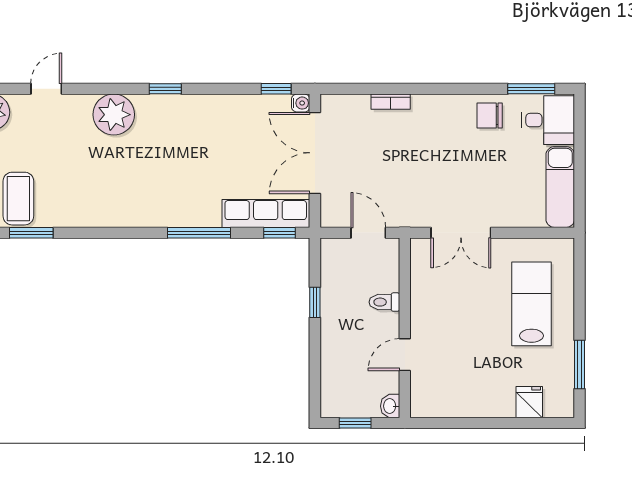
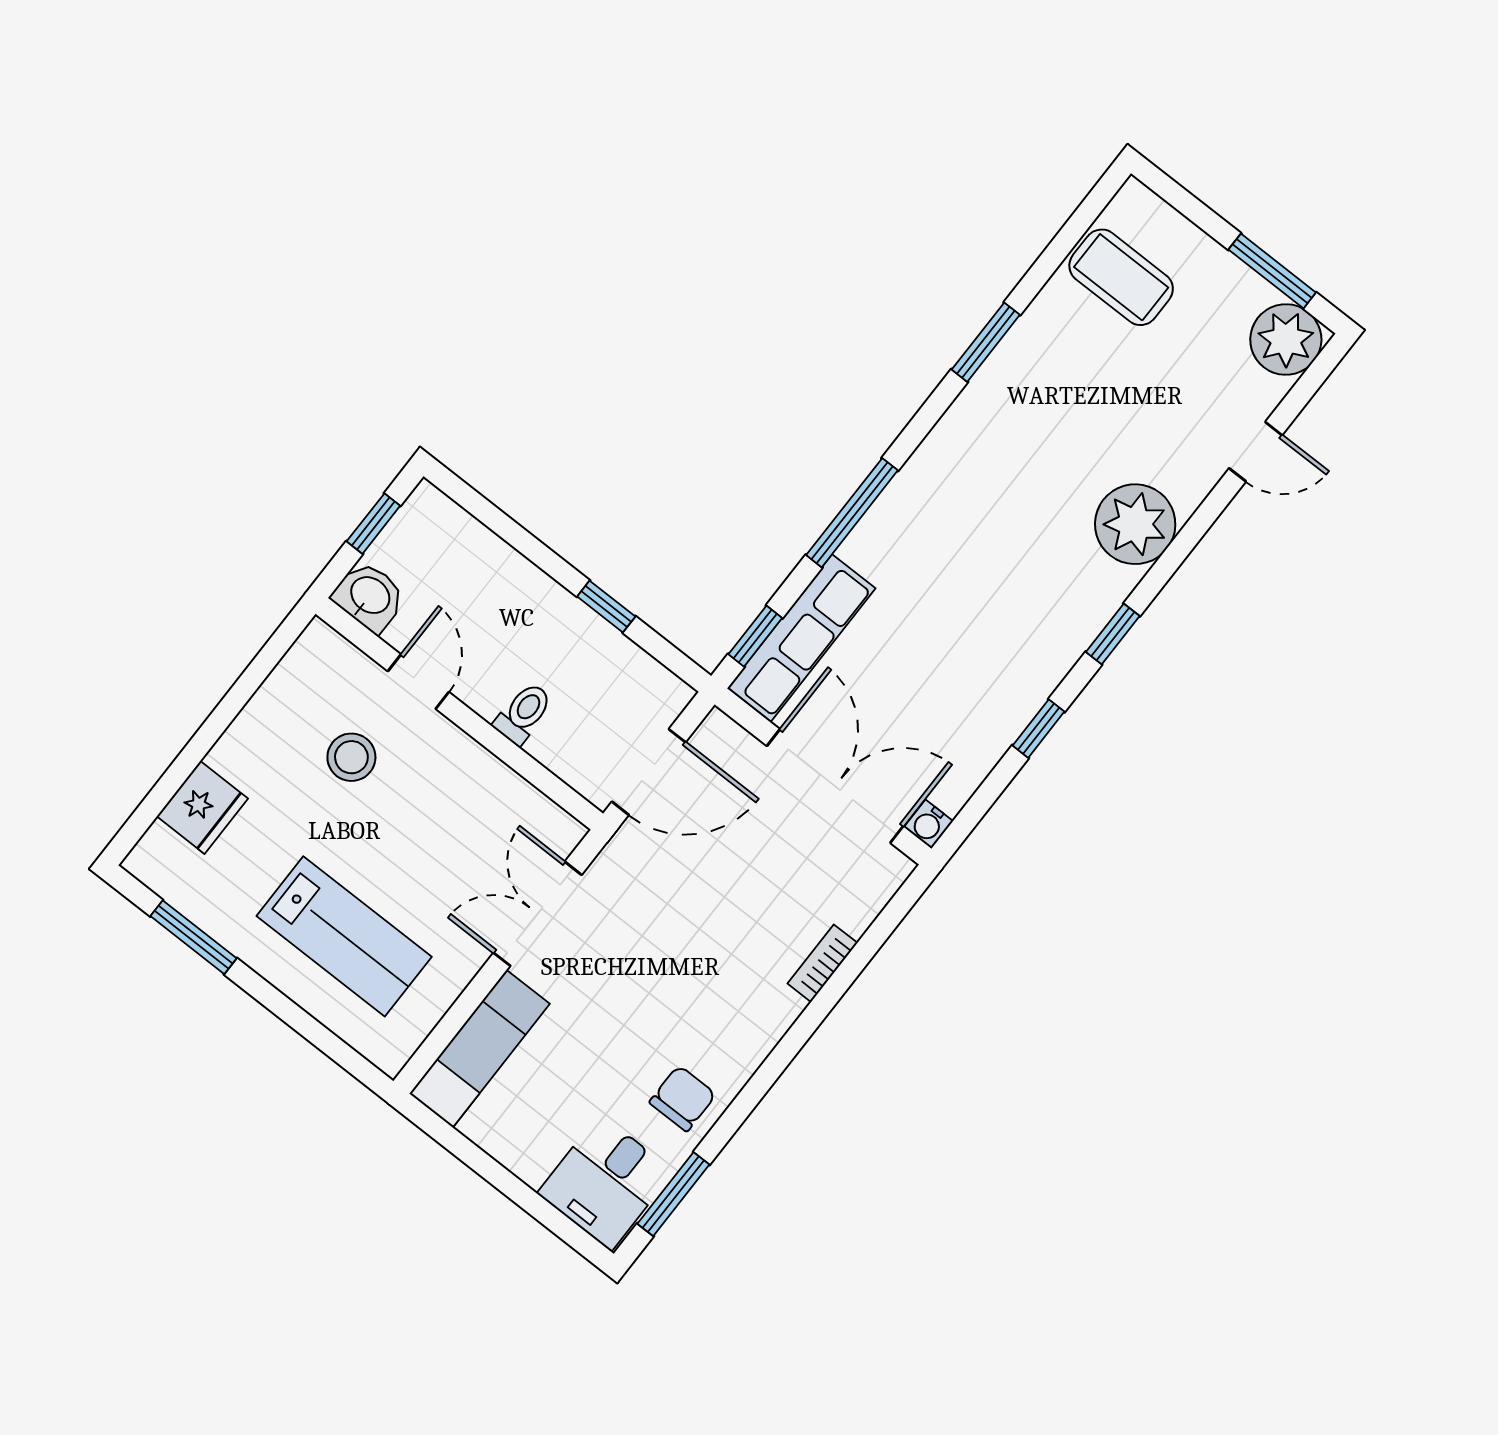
door: (46, 89) -> (1256, 452), hinge flipped
window: (276, 89) -> (1039, 729), moved
exam couch: (560, 187) -> (480, 1049), moved, turned 90
window: (31, 233) -> (986, 342), moved
door: (368, 233) -> (649, 772), width x1.37
stool: (457, 358) -> (351, 757), added
fridge: (529, 402) -> (202, 807), width x1.38
washbasin: (390, 406) -> (369, 596), width x1.38, depth x1.45

